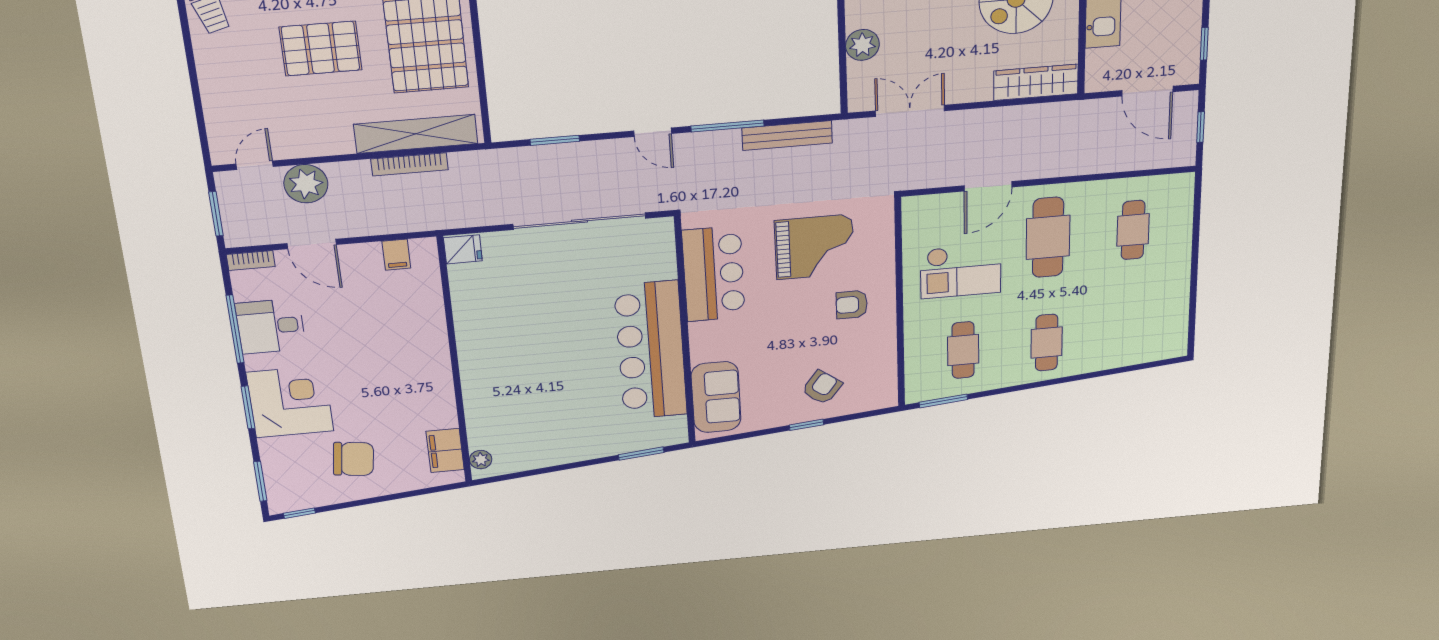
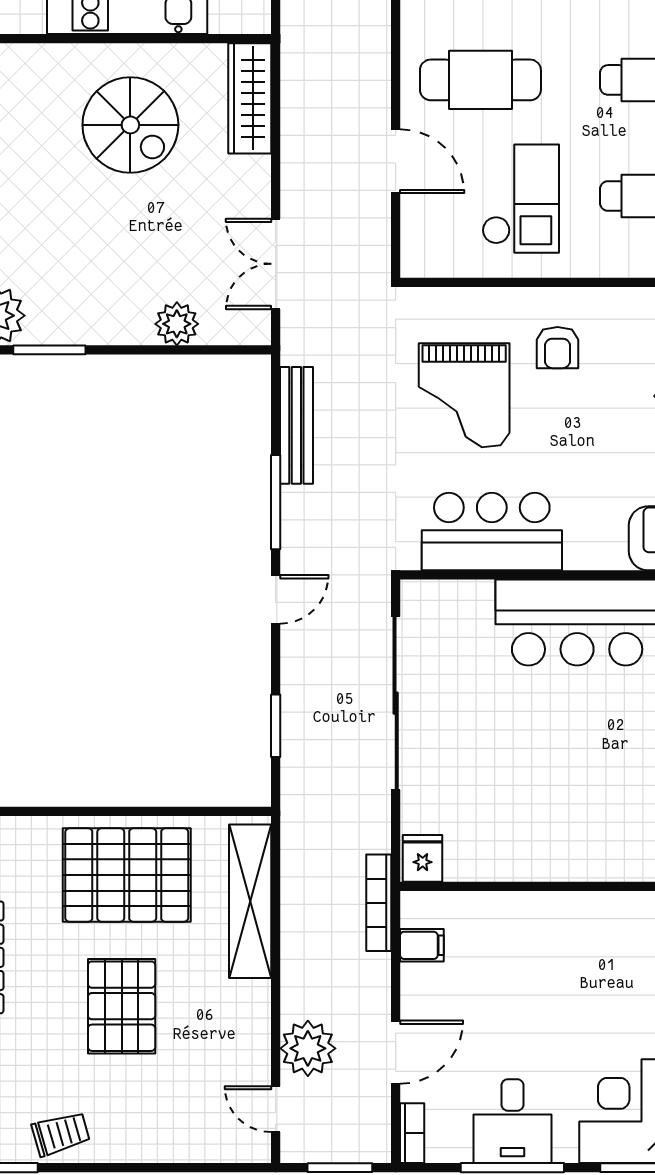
bookcase: (410, 164) -> (379, 903), moved, turned 180
grand piano: (814, 247) -> (464, 395), turned 180

